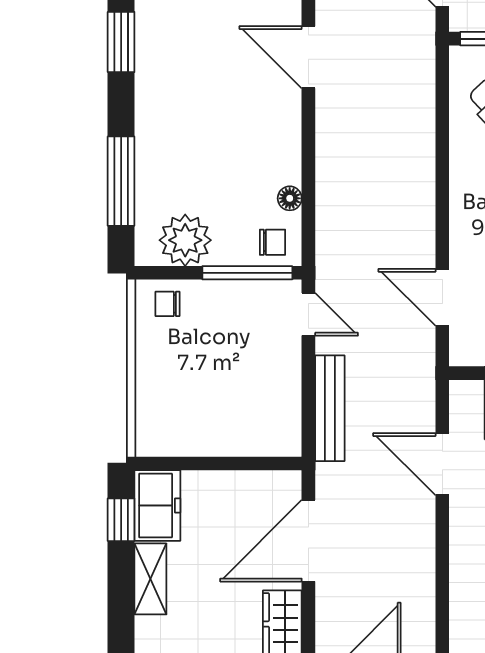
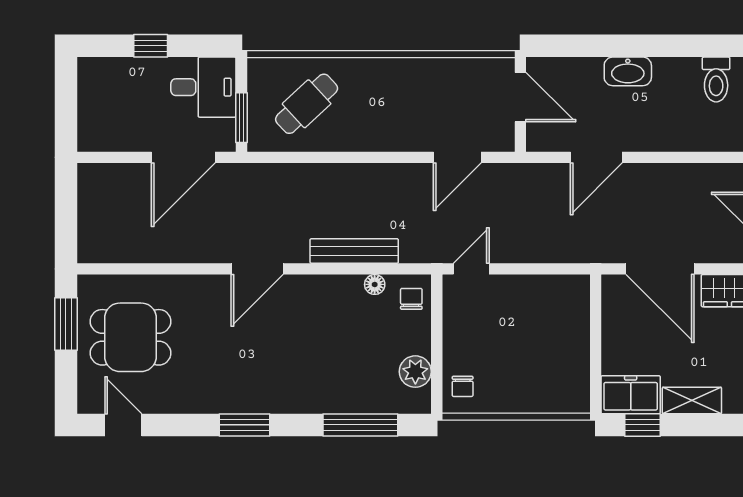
plant: (185, 240) -> (415, 372), width x0.73, depth x0.73
window: (247, 273) -> (437, 320), removed
bench: (330, 408) -> (354, 251), moved

